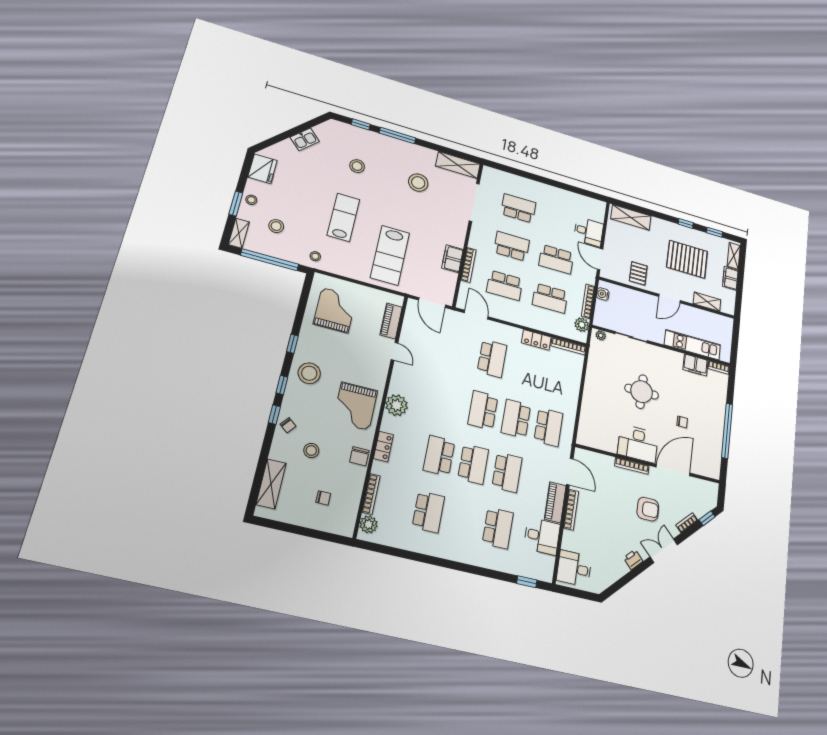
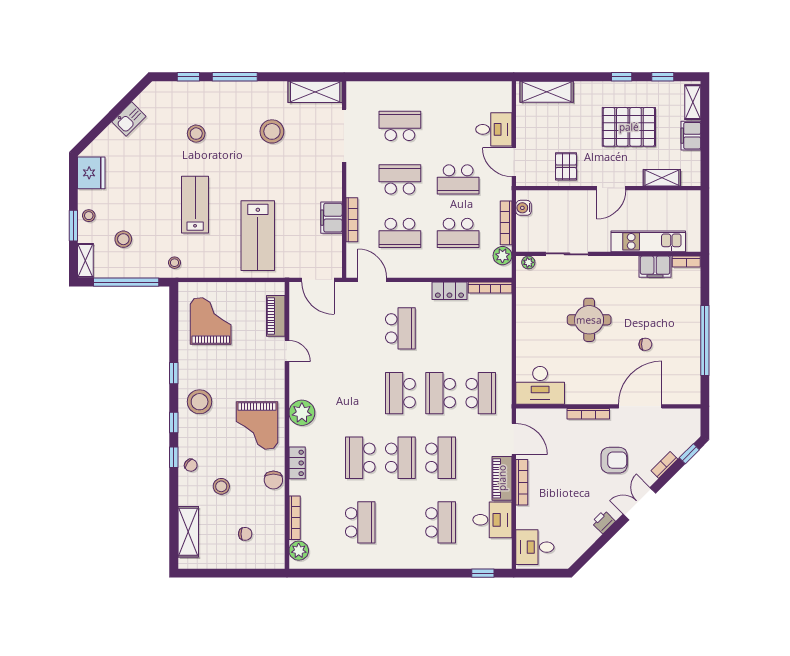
desk: (638, 444) -> (540, 385), moved

